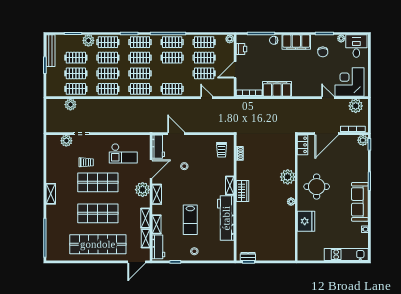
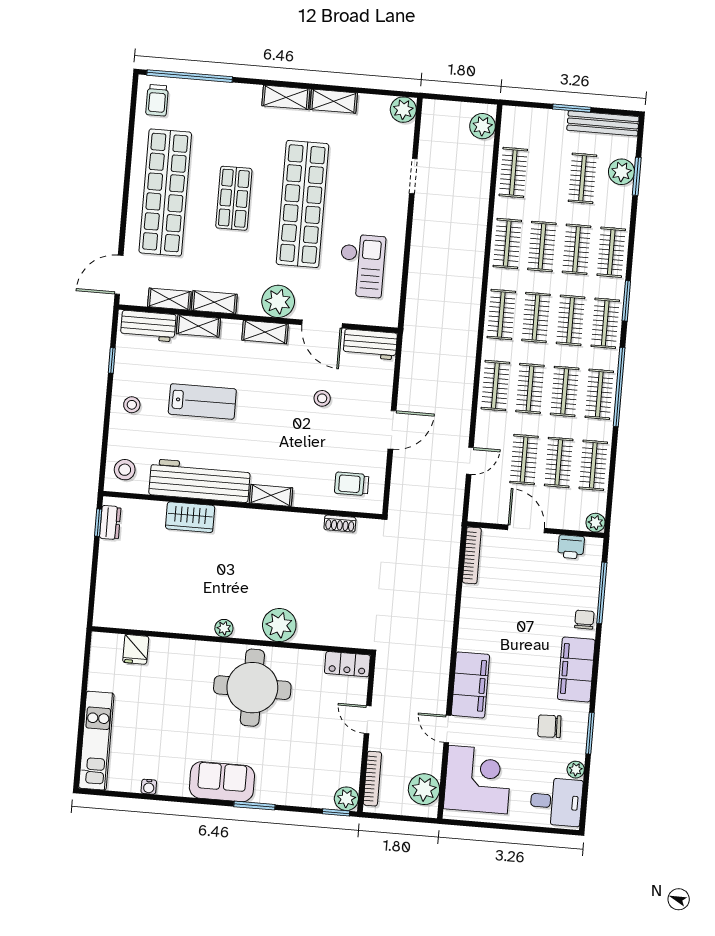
plant: (88, 40) -> (621, 172), moved
clothes rail: (76, 73) -> (530, 388), moved
filing cabinet: (277, 89) -> (470, 685), moved
door: (328, 98) -> (447, 729), swing flipped
plant: (70, 105) -> (482, 126), moved
door: (176, 134) -> (392, 430), moved
door: (327, 134) -> (368, 720), width x0.53
plant: (66, 141) -> (403, 110), moved
checkout: (123, 153) -> (362, 266), turned 180
trolley: (86, 162) -> (157, 100), moved
shelving: (51, 172) -> (334, 101), added
shop shelf: (98, 182) -> (302, 204), width x1.40
round table: (317, 187) -> (252, 688), width x1.36, depth x1.36
wardrobe: (243, 191) -> (190, 517), moved
sofa: (360, 202) -> (222, 782), width x0.73
shop shelf: (98, 213) -> (234, 198), width x0.70, depth x0.74
lab bench: (190, 220) -> (202, 401), turned 180
fridge: (306, 221) -> (136, 649), moved, width x0.53, depth x0.75
stool: (224, 252) -> (125, 470), added
door: (137, 262) -> (119, 275), hinge flipped

